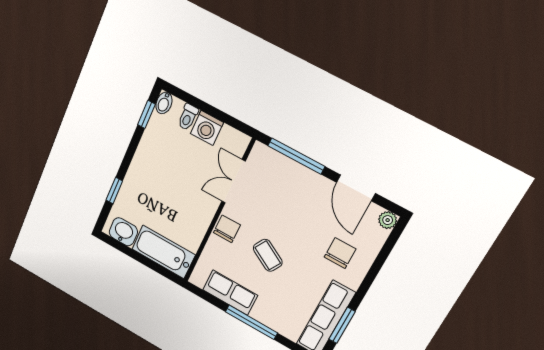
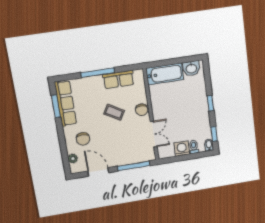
window: (114, 191) -> (211, 103), moved
plant: (388, 220) -> (73, 159), moved

